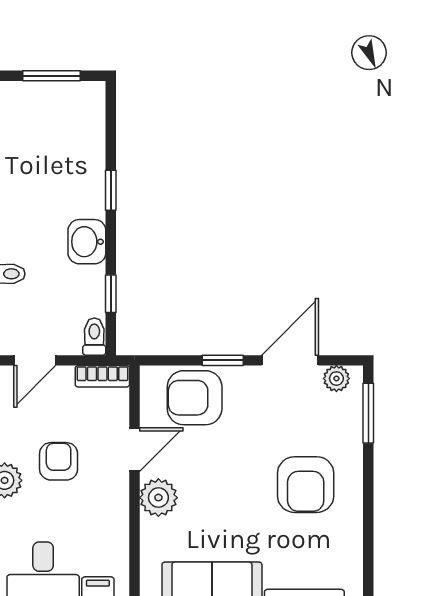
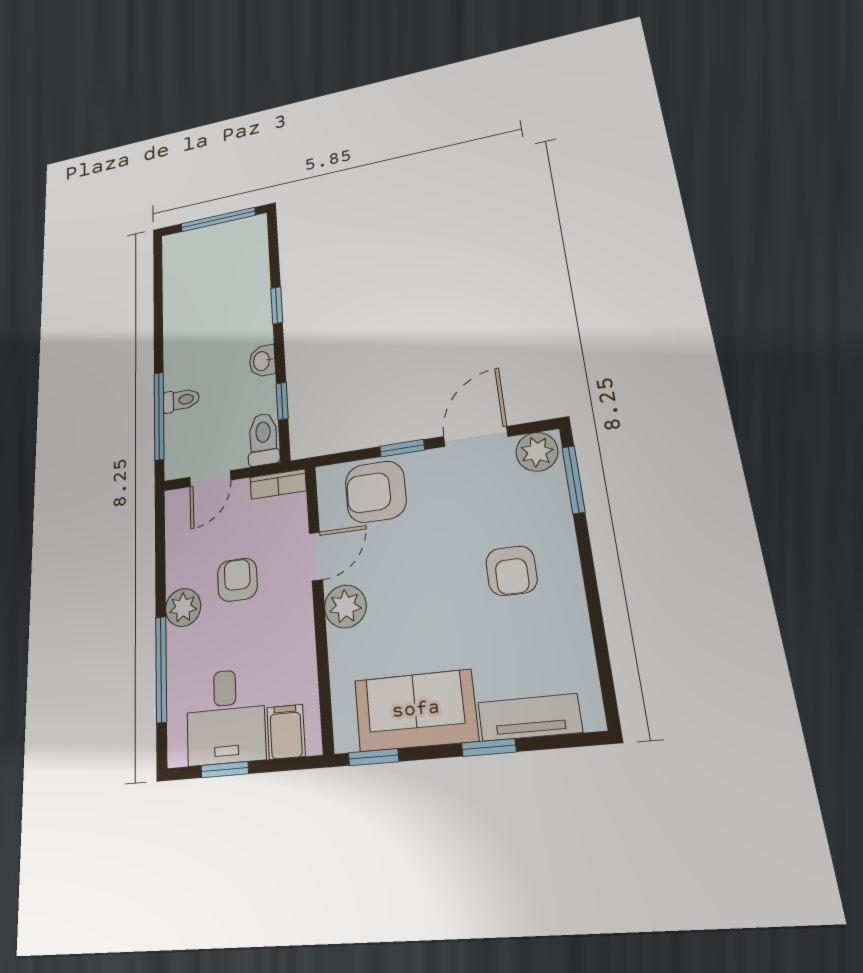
window: (51, 76) -> (218, 219), width x1.44
washbasin: (87, 242) -> (262, 361), width x0.72, depth x0.69
toilet: (94, 337) -> (263, 439), width x1.37, depth x1.39
plant: (336, 378) -> (537, 452), width x1.38, depth x1.38
armchair: (306, 485) -> (511, 571), width x0.72, depth x0.72

